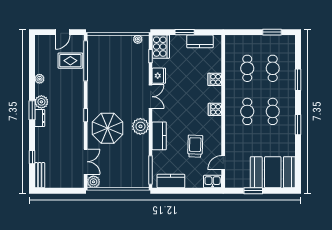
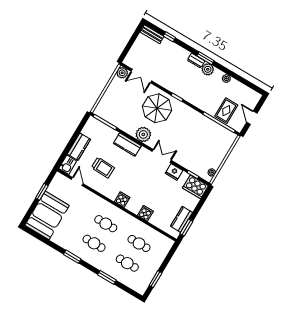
window: (185, 32) -> (186, 228), moved
double door: (150, 97) -> (162, 156), swing flipped
kitchen counter: (171, 181) -> (79, 147), moved

